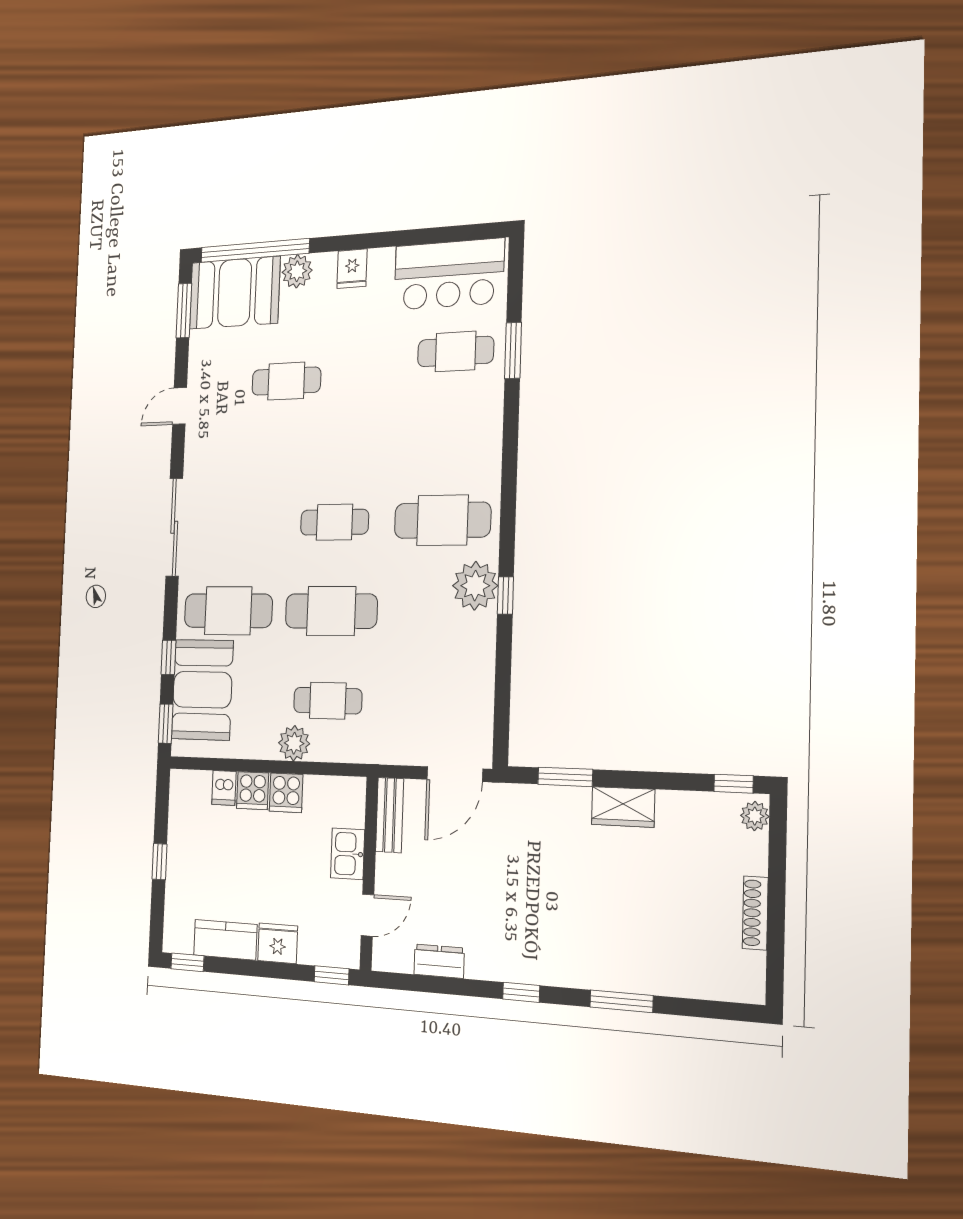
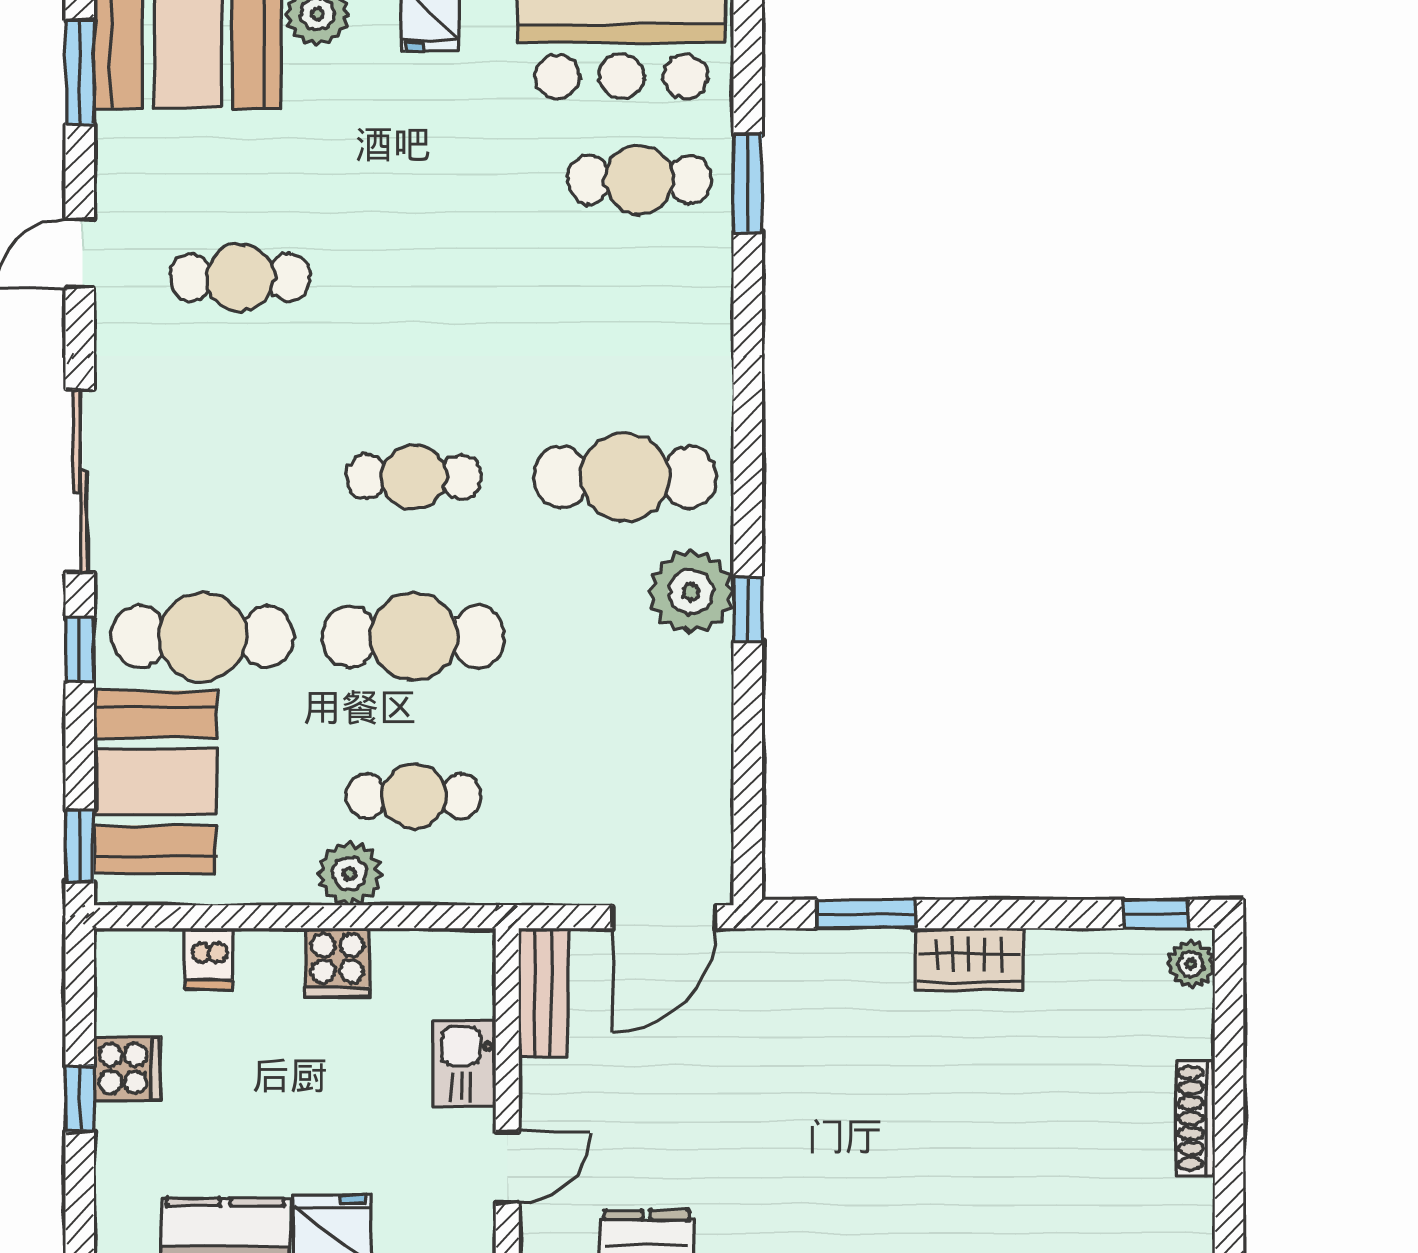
cafe table: (286, 381) -> (240, 278), moved
window: (169, 657) -> (80, 649), moved
cooker: (253, 791) -> (127, 1068), moved, turned -90

